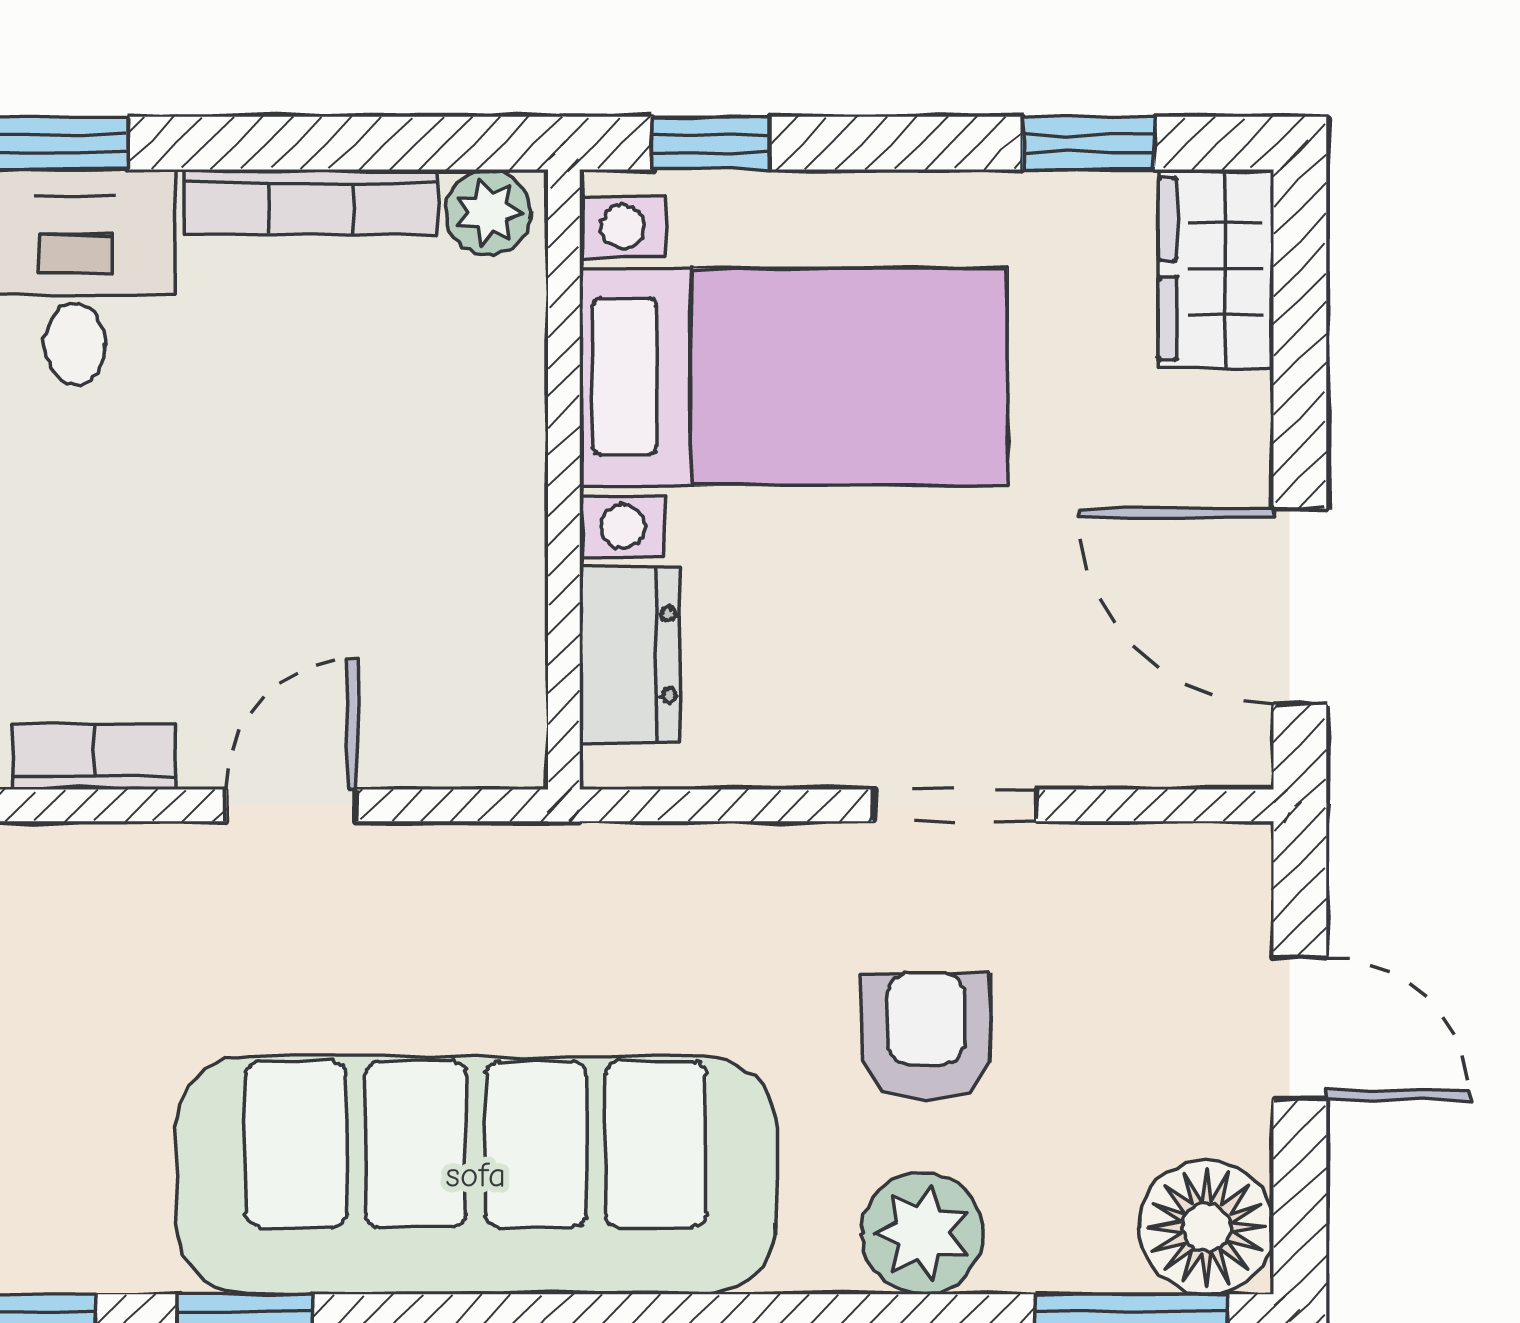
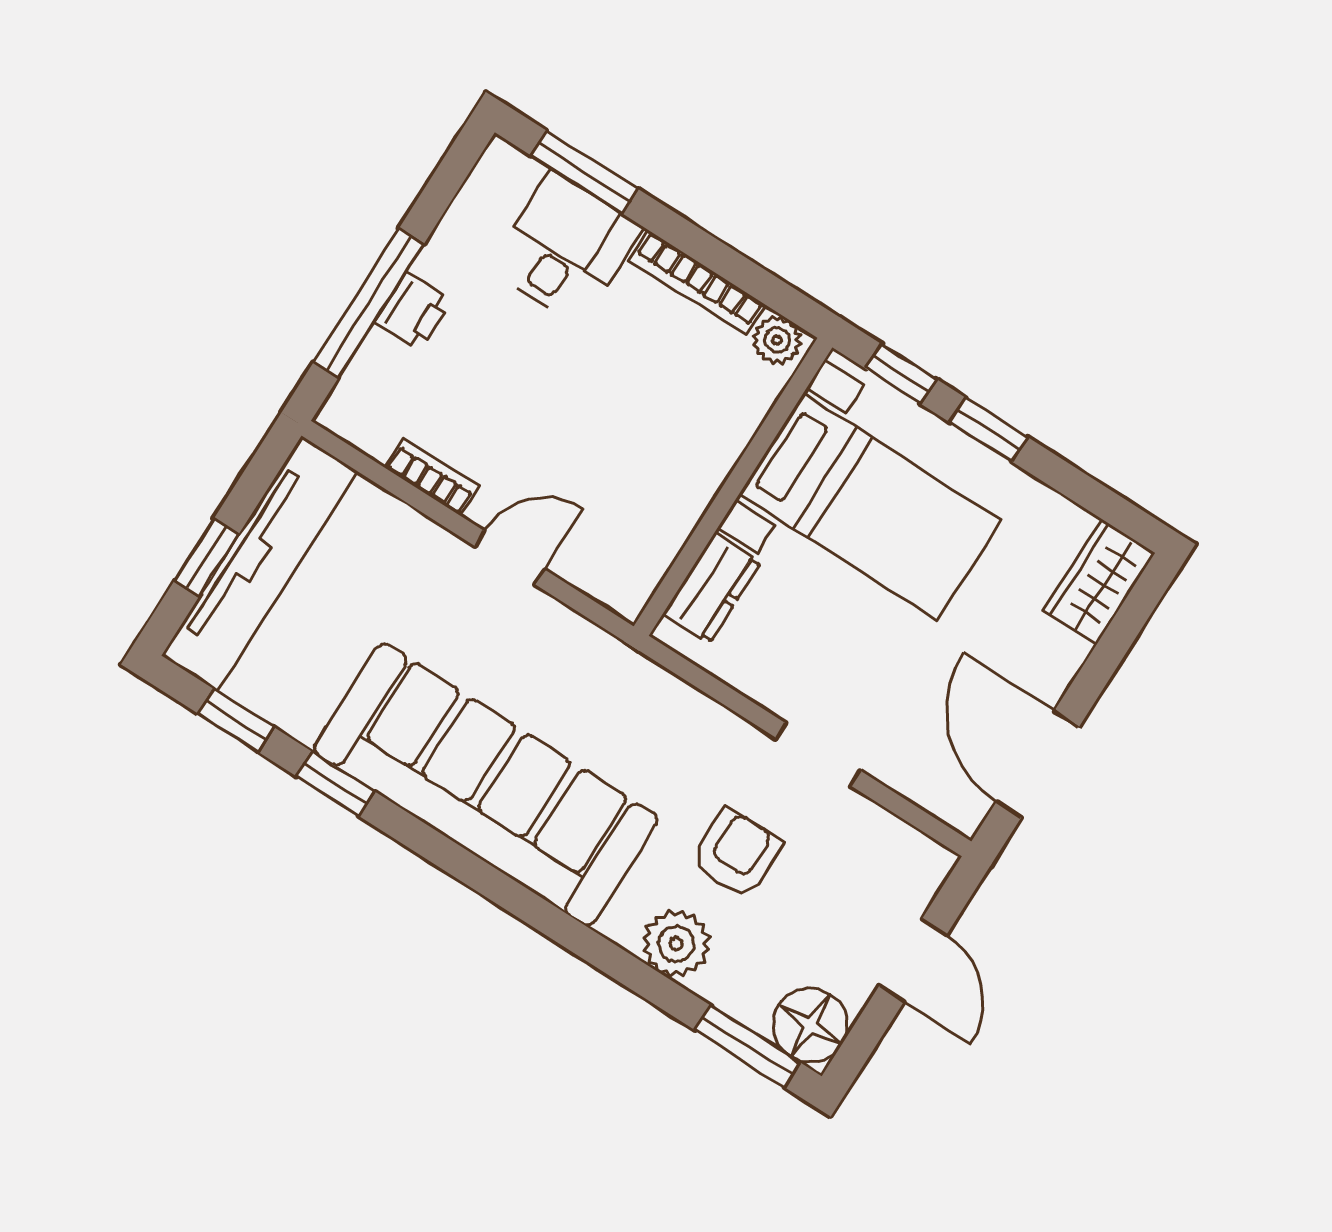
window: (1089, 143) -> (989, 430), moved

